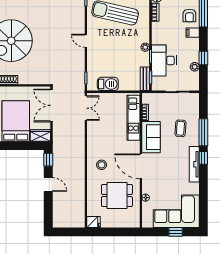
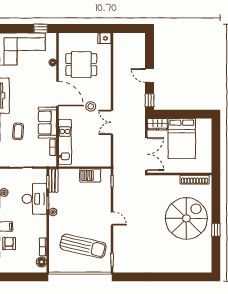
double door: (86, 108) -> (112, 122), moved
stool: (102, 165) -> (91, 106), moved
window: (176, 232) -> (41, 28), moved

